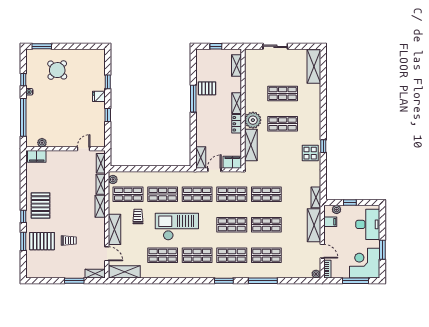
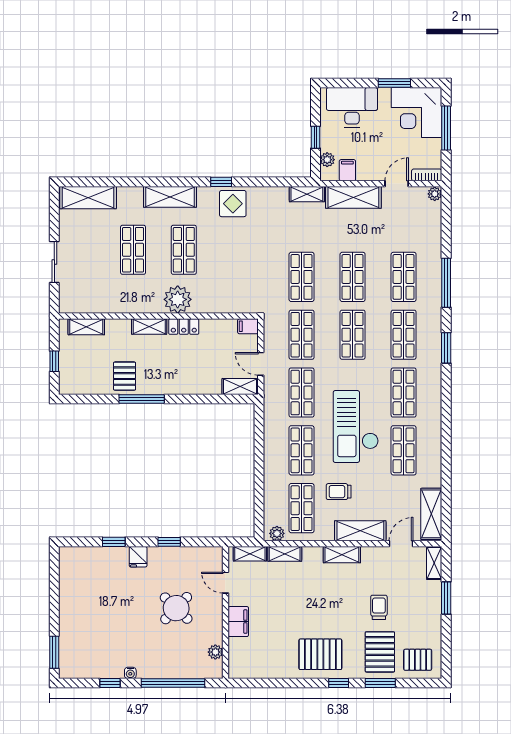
round table: (57, 70) -> (176, 608), moved
shelving: (251, 145) -> (170, 197), moved
filing cabinet: (37, 156) -> (238, 622), moved
filing cabinet: (232, 162) -> (248, 326), width x0.50
shelving: (100, 206) -> (342, 555), moved
pallet: (37, 264) -> (418, 660), added

